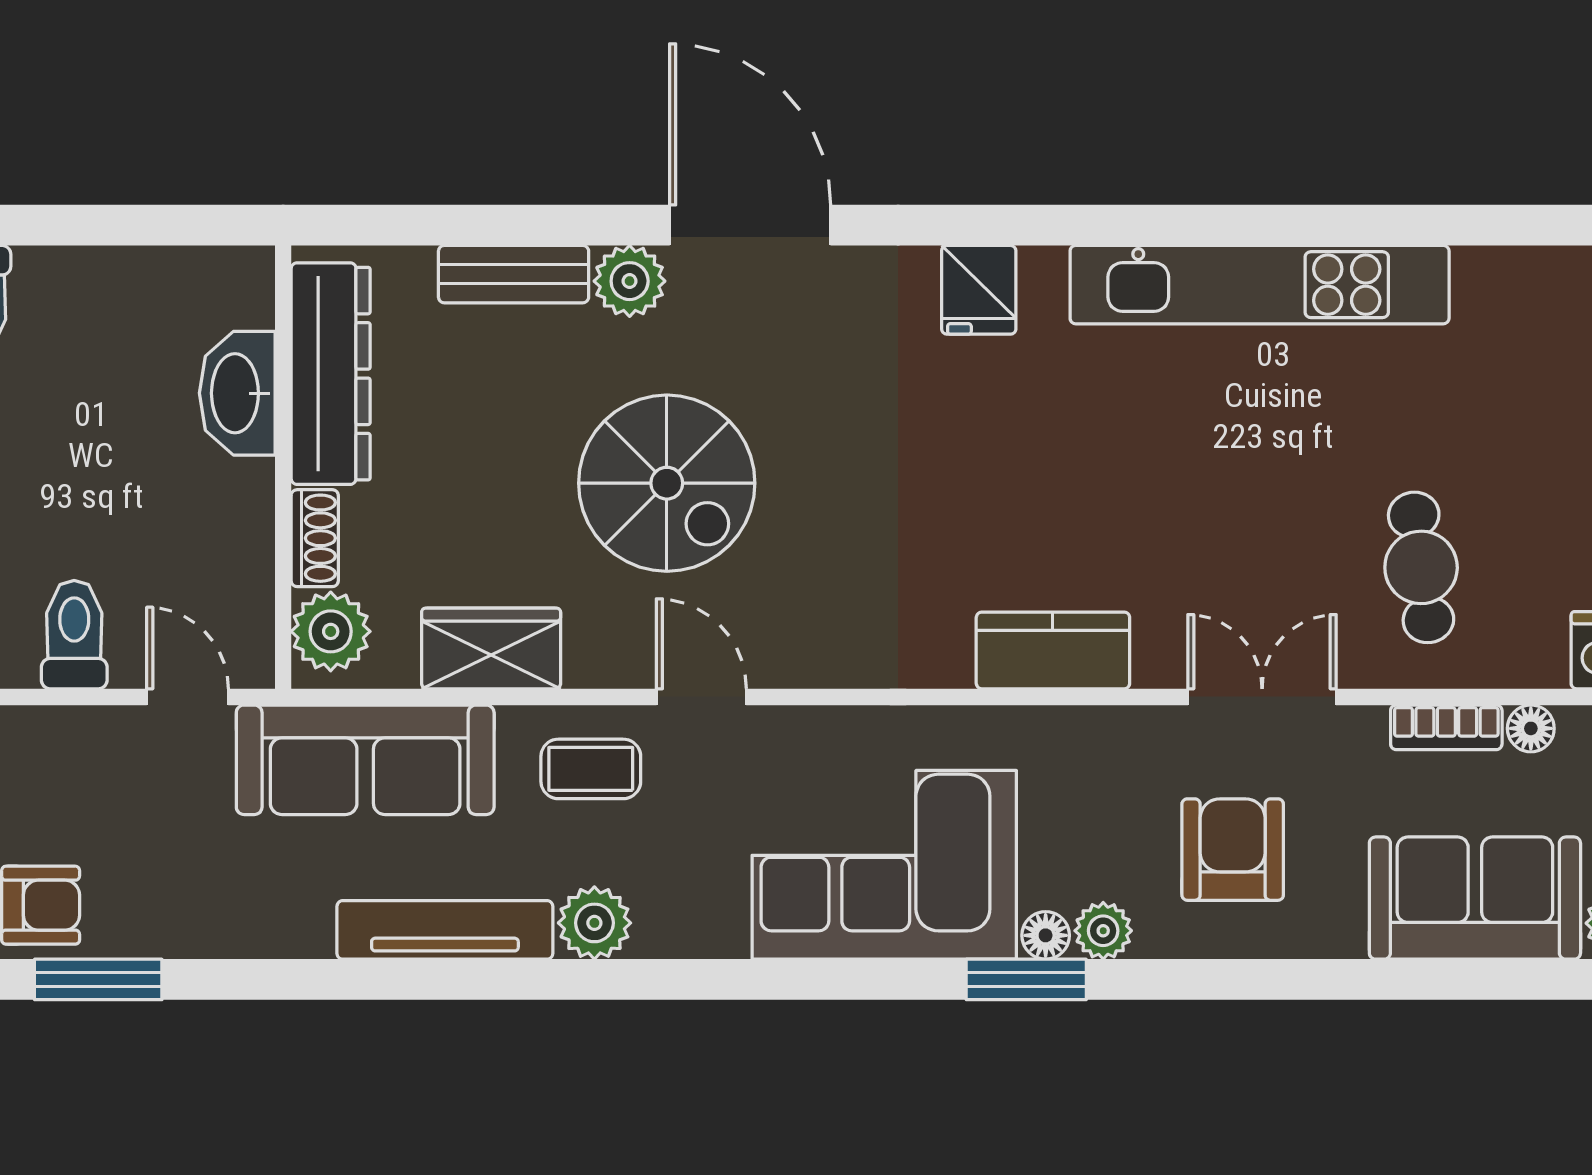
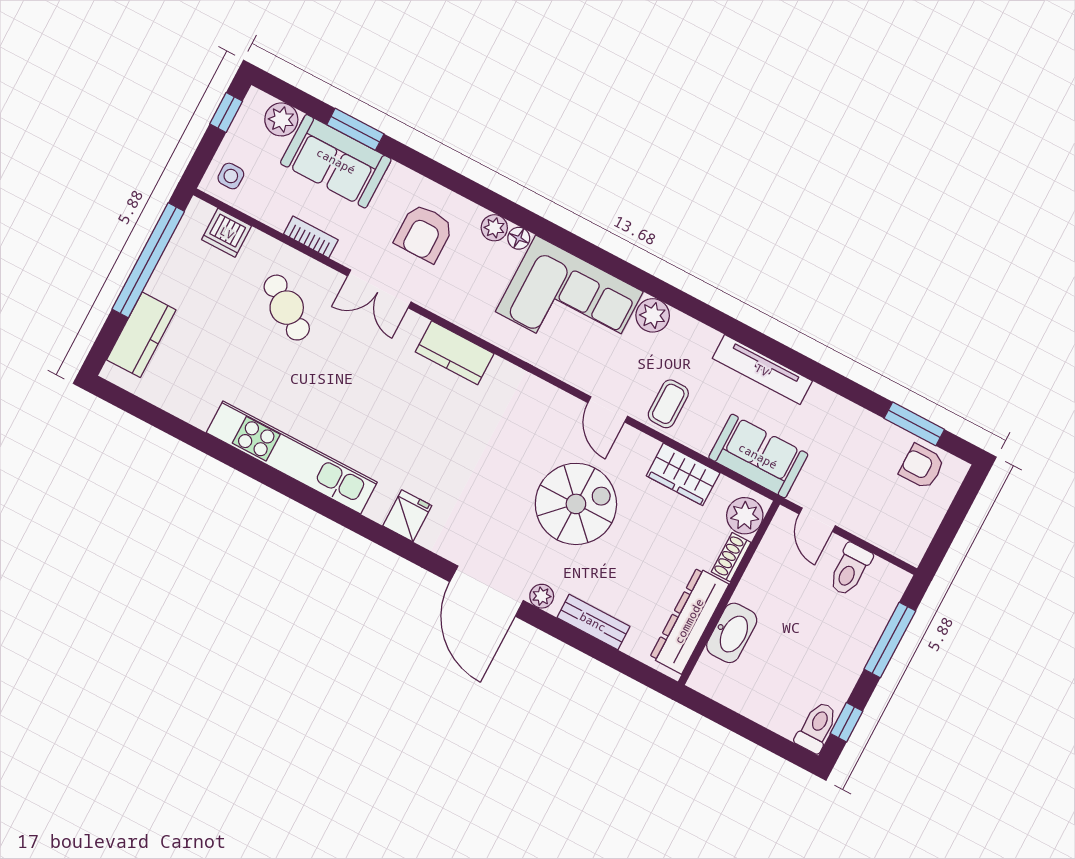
plant: (630, 281) -> (542, 596), width x0.73, depth x0.73
spiral stairs: (667, 483) -> (576, 504), turned 90
cafe table: (1421, 567) -> (287, 308), turned -47
floor lamp: (1531, 728) -> (277, 218), removed
sofa: (365, 760) -> (758, 456), width x0.73
coffee table: (591, 769) -> (668, 404), turned 90
plant: (594, 923) -> (653, 315), moved
window: (1026, 979) -> (355, 129), moved

